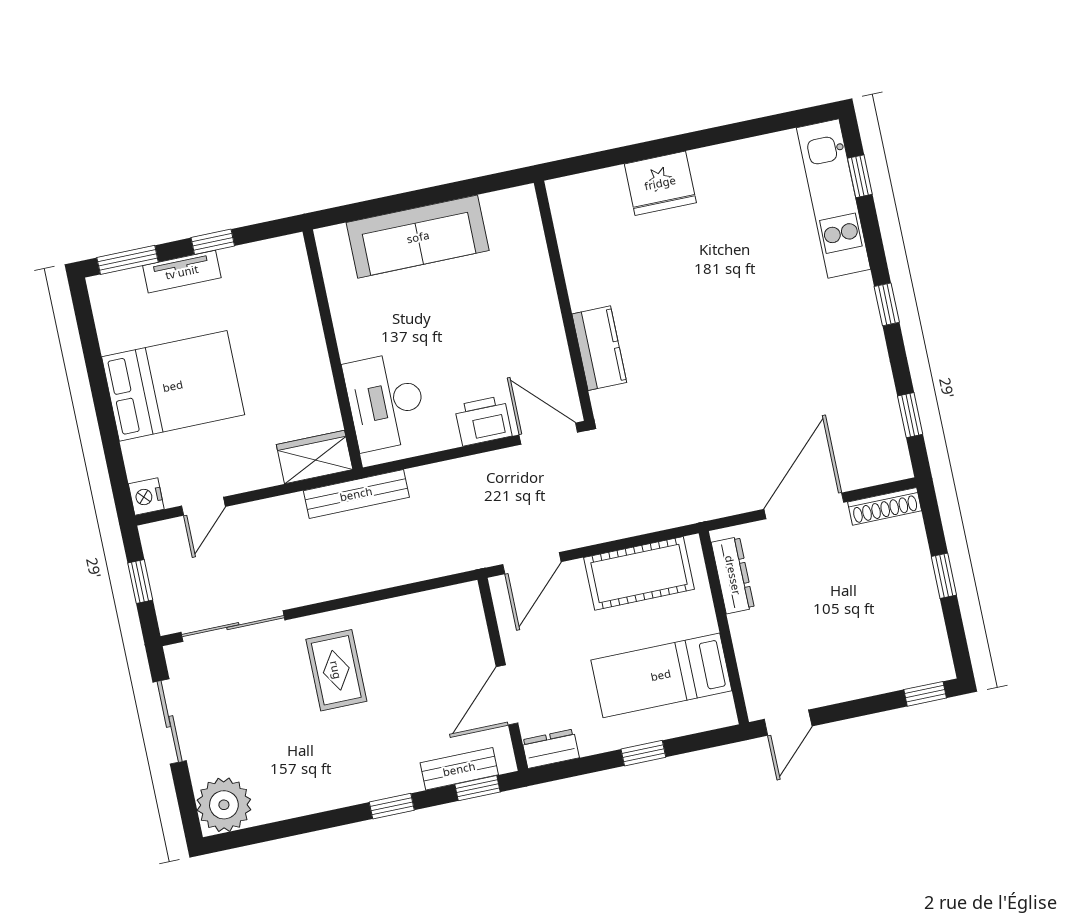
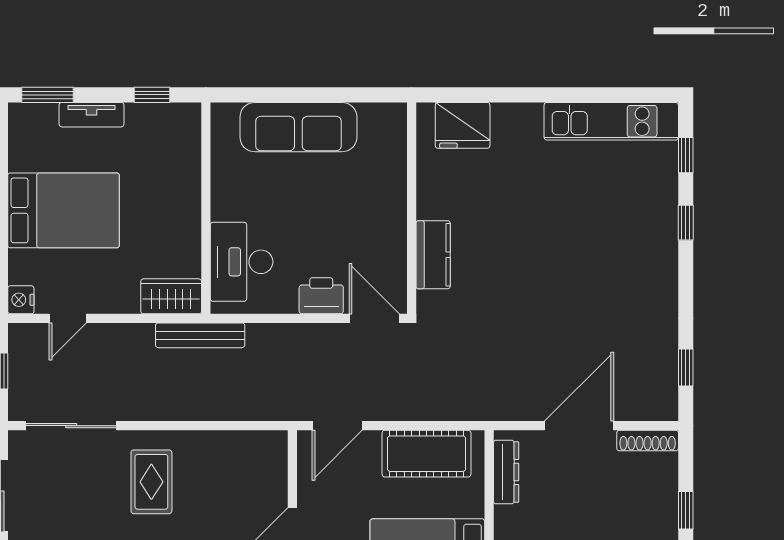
fridge: (660, 183) -> (463, 125), moved
kitchen unit: (834, 199) -> (611, 121), moved, turned -90
window: (213, 242) -> (152, 95), moved
window: (887, 304) -> (686, 223), moved

